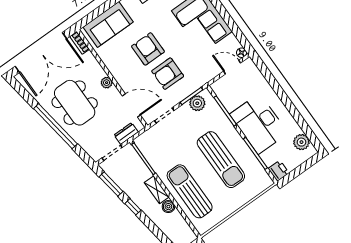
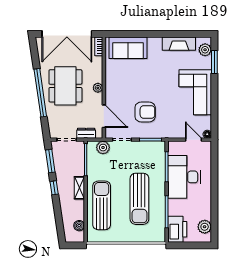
armchair: (148, 49) -> (144, 85), removed
armchair: (168, 74) -> (145, 112), turned 180
plant: (197, 103) -> (103, 148), moved
desk: (259, 124) -> (184, 177), moved
printer: (279, 171) -> (177, 229), width x1.87, depth x1.48
boiler: (168, 207) -> (79, 226), moved

